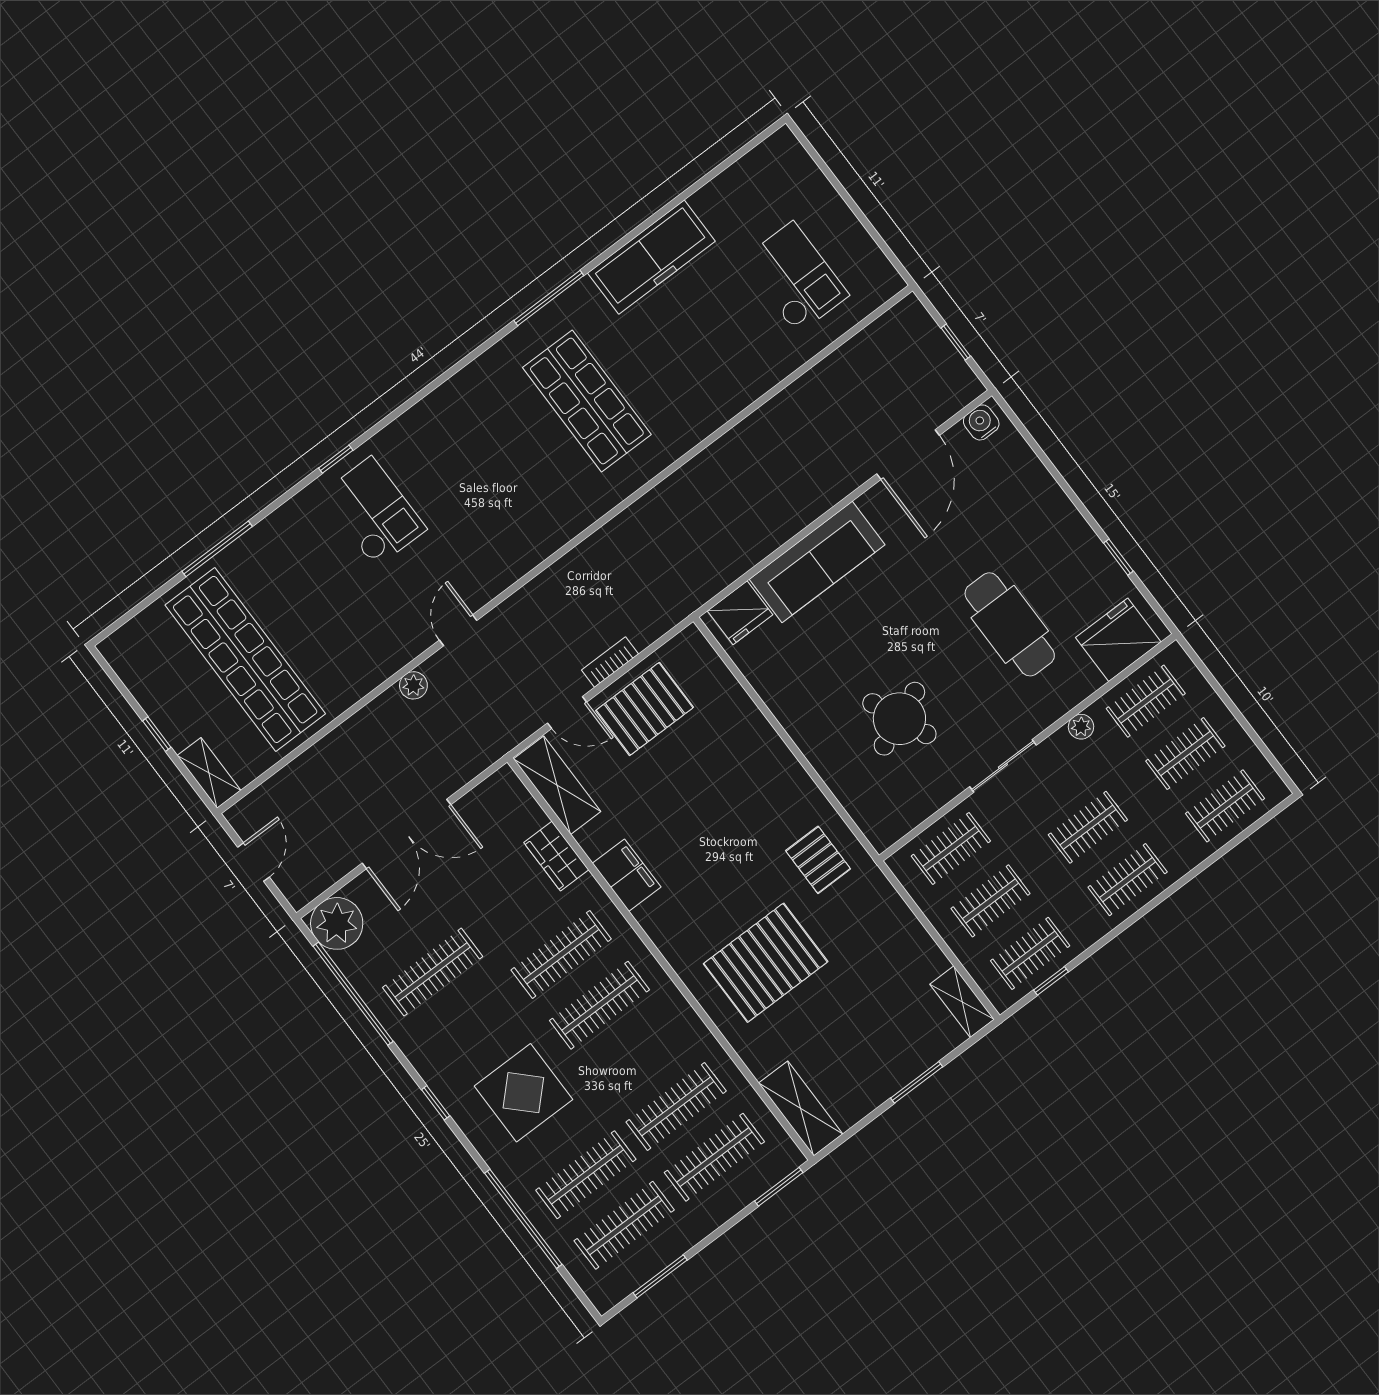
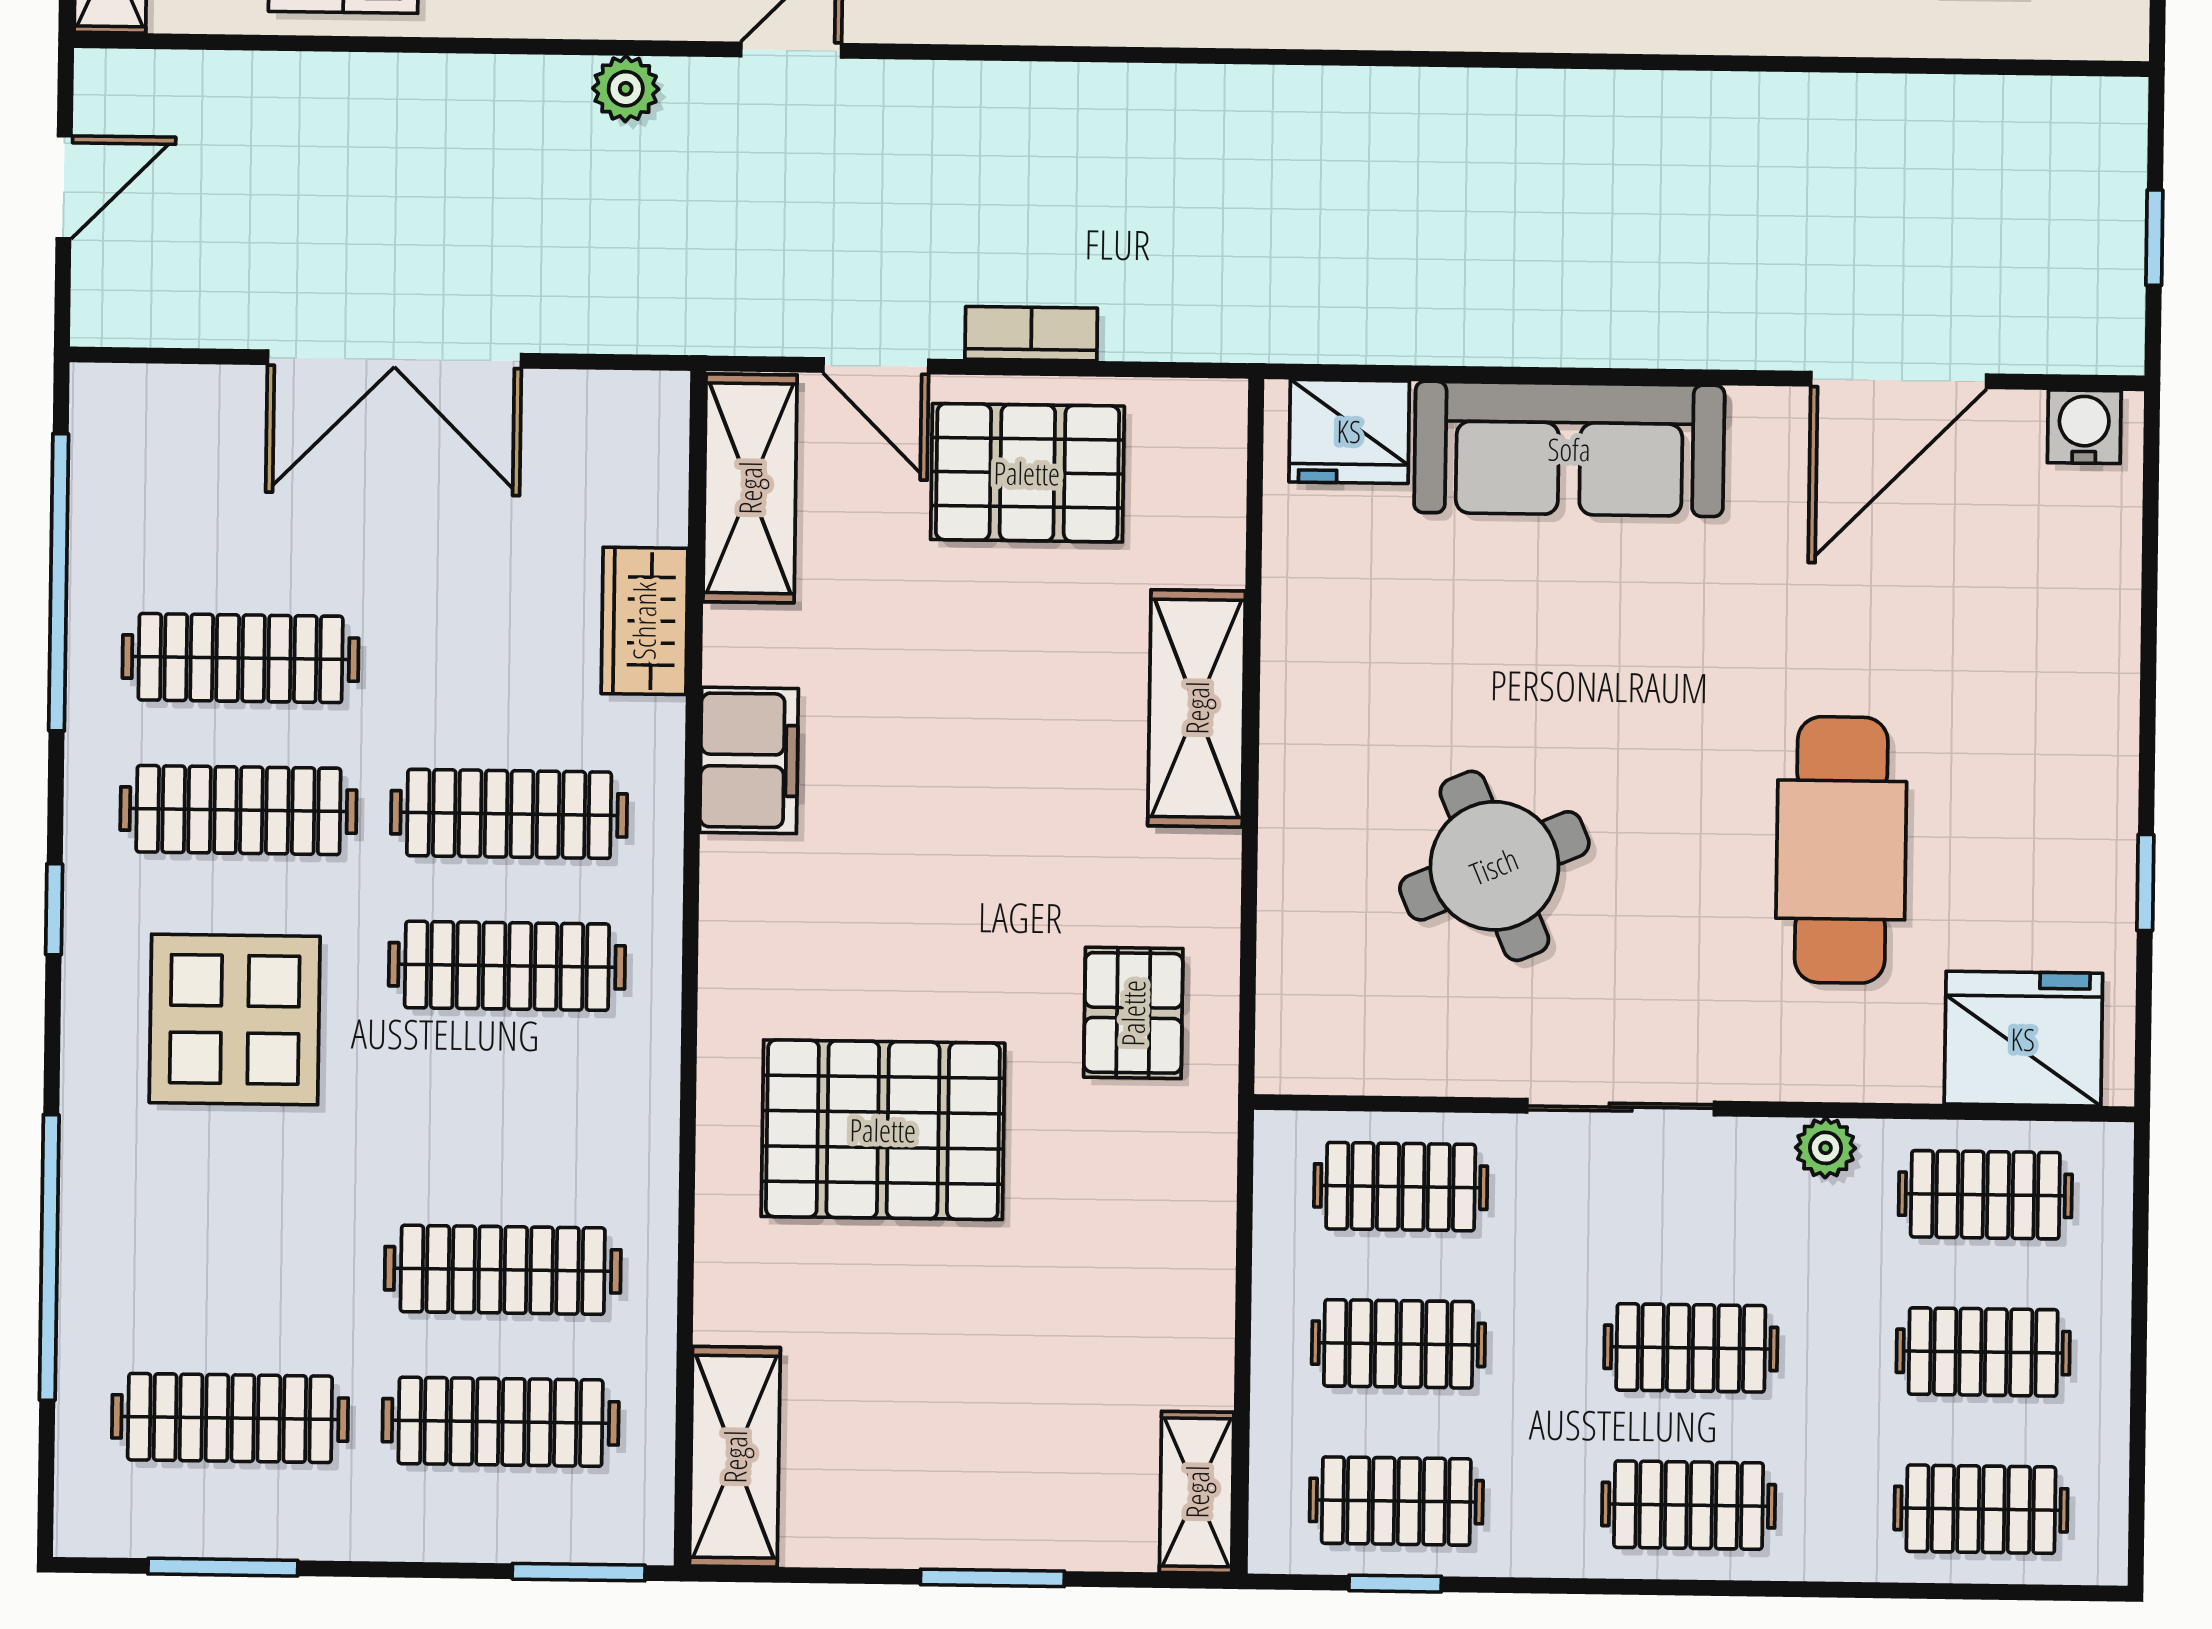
shelving: (761, 743) -> (1197, 708), added
plant: (337, 923) -> (131, 425), removed
clothes rail: (586, 1175) -> (238, 810), moved

